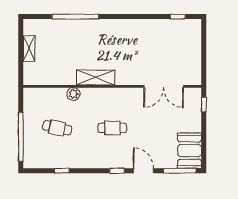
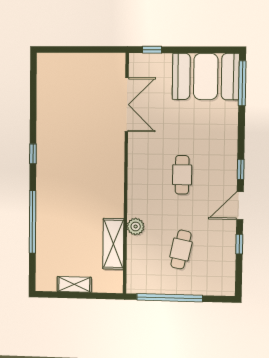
window: (178, 17) -> (33, 154), moved
shelving: (95, 78) -> (113, 244), moved
window: (21, 137) -> (170, 298), moved
booth: (189, 151) -> (206, 76), width x1.36, depth x1.42
door: (143, 171) -> (240, 206), moved

